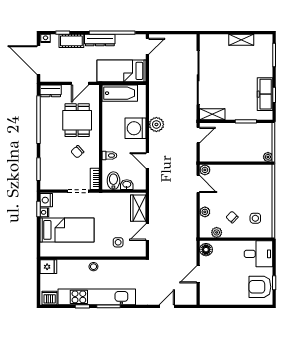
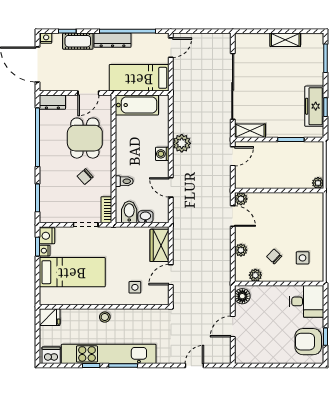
washing machine: (136, 128) -> (162, 154), width x0.53, depth x0.53

